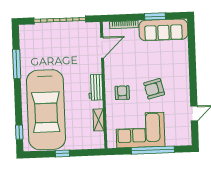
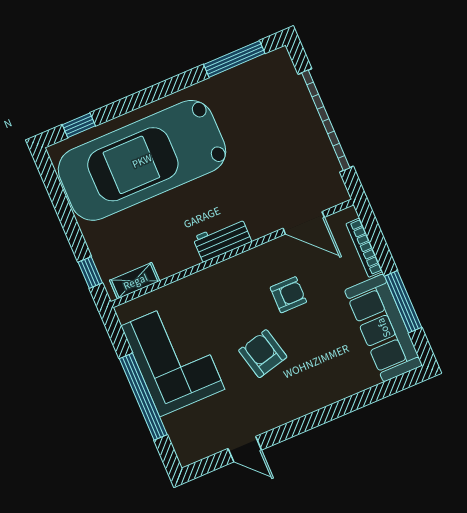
window: (155, 16) -> (403, 302), width x1.44
window: (17, 64) -> (234, 59), moved
armchair: (122, 93) -> (288, 295), moved
shelving: (98, 120) -> (135, 281), moved
window: (62, 153) -> (90, 272), moved

